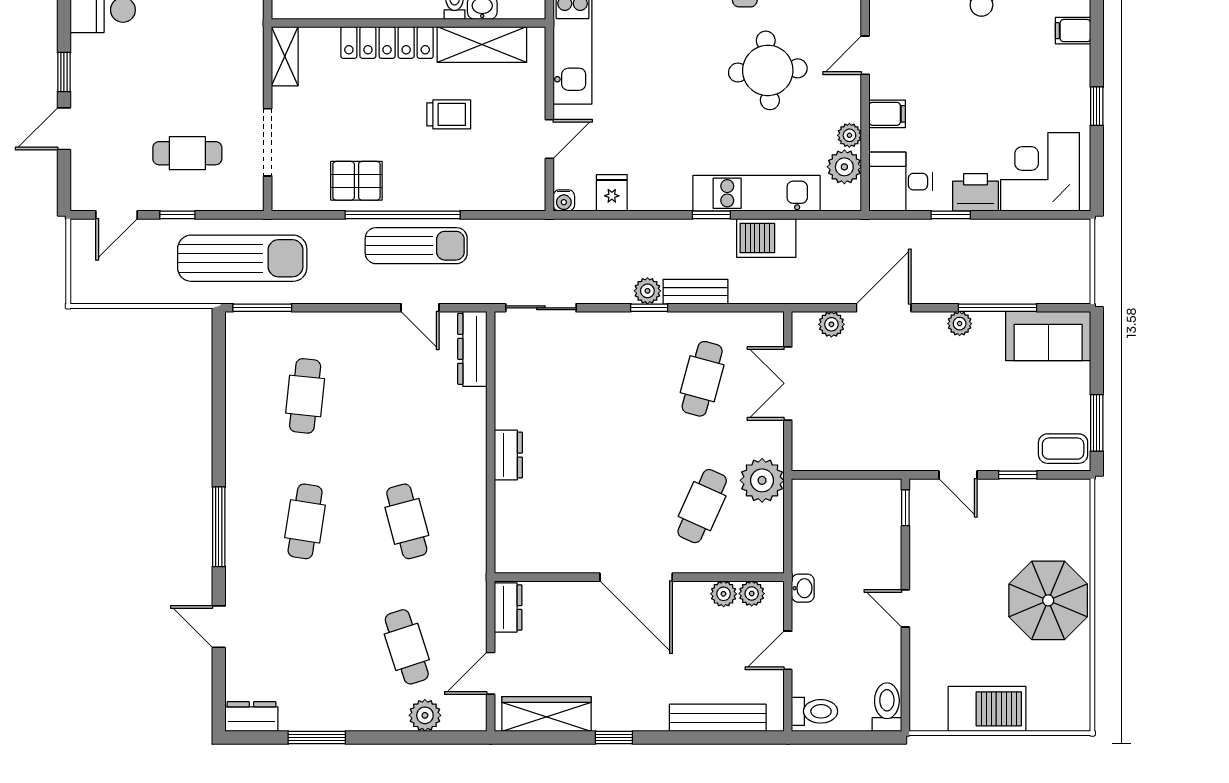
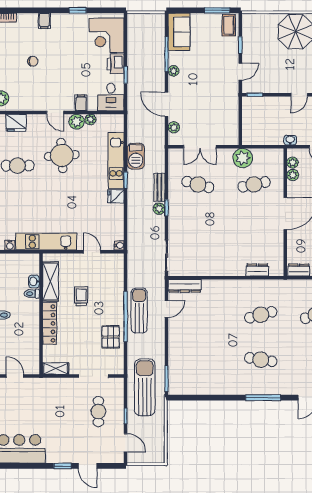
plant: (844, 167) -> (77, 122), moved
fridge: (612, 193) -> (116, 196), moved
cafe table: (305, 396) -> (205, 360), removed
dresser: (508, 455) -> (257, 270), moved
cafe table: (702, 506) -> (254, 184), turned -36

